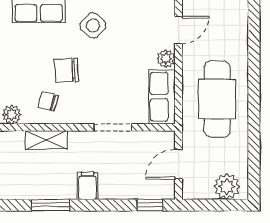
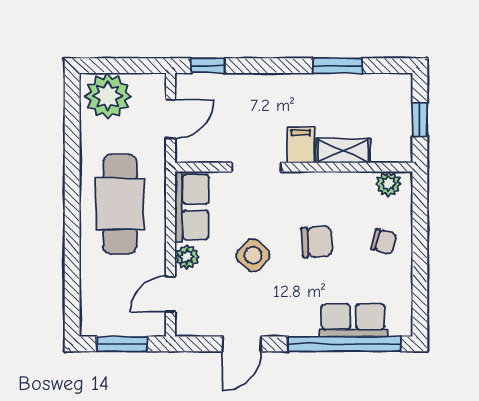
side table: (93, 25) -> (253, 255), moved
chair: (48, 101) -> (384, 242), moved
filing cabinet: (87, 186) -> (301, 145), moved, turned 180
plant: (227, 186) -> (108, 96), width x1.36, depth x1.36

